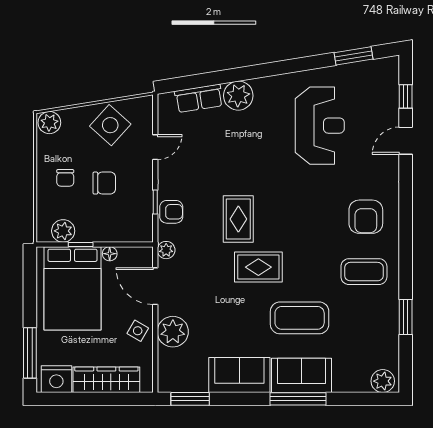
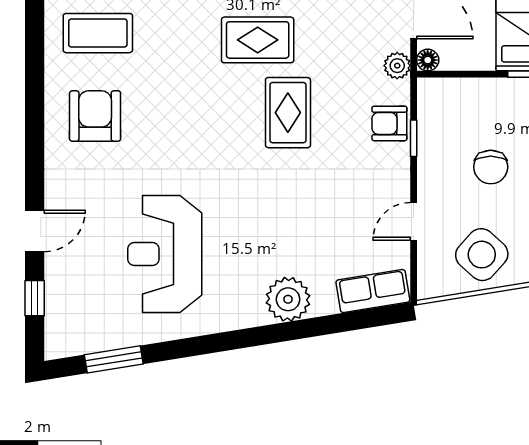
row of seats: (199, 98) -> (373, 291), moved
chair: (104, 183) -> (491, 167), turned -90
floor lamp: (110, 254) -> (428, 60), moved

